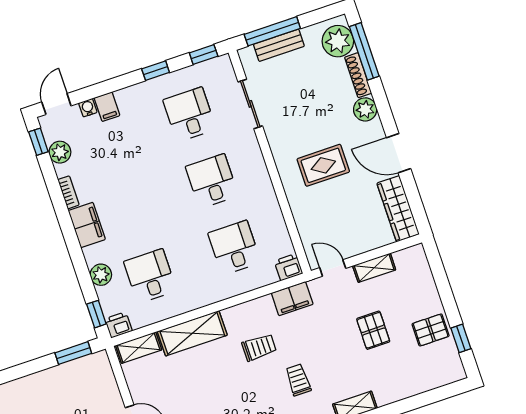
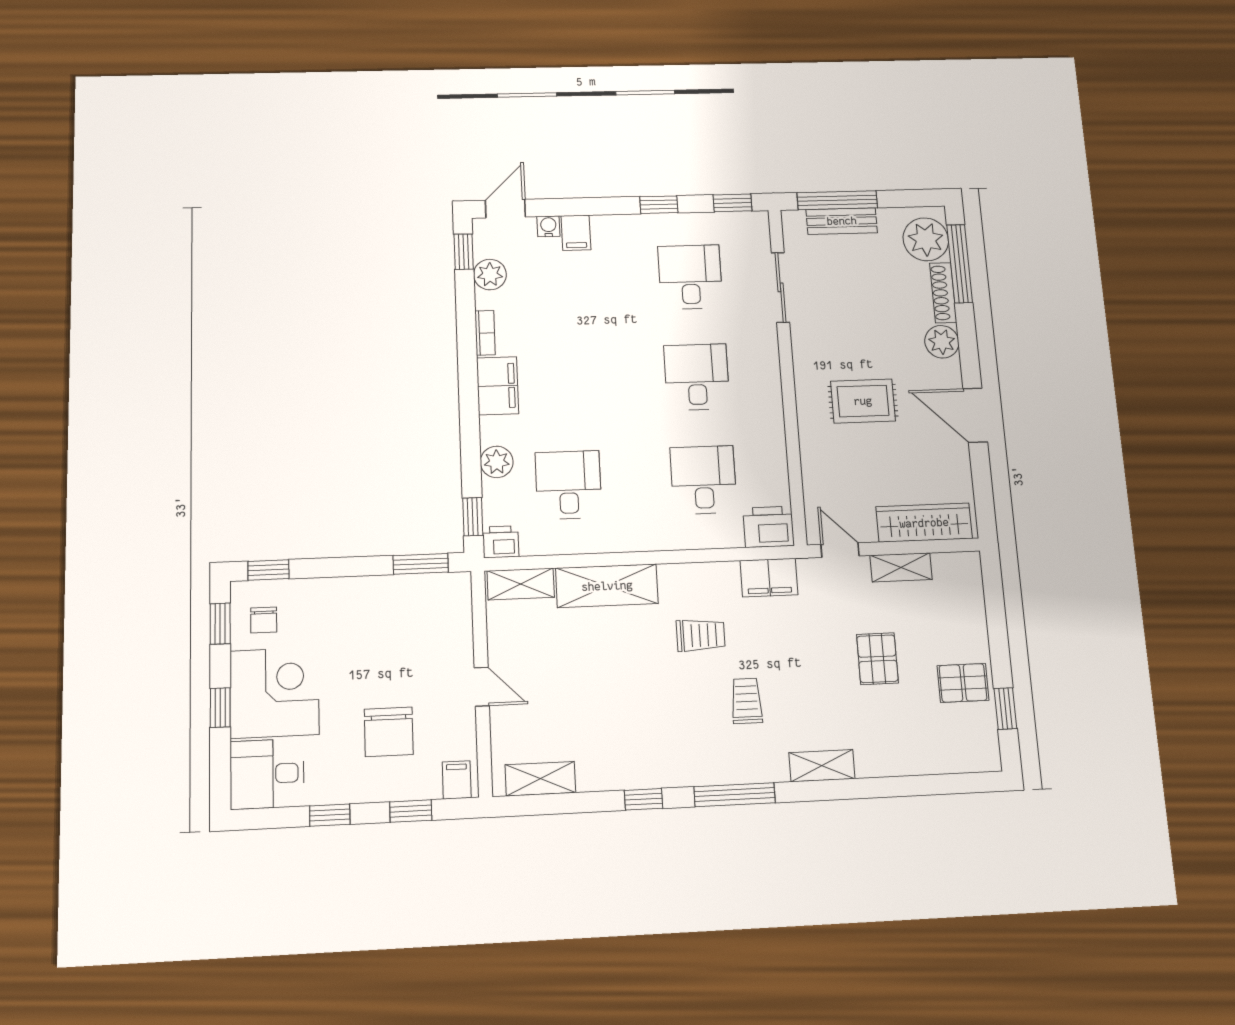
wardrobe: (398, 209) -> (924, 523), moved, turned 90
printer: (288, 267) -> (769, 527), width x1.36, depth x1.24

